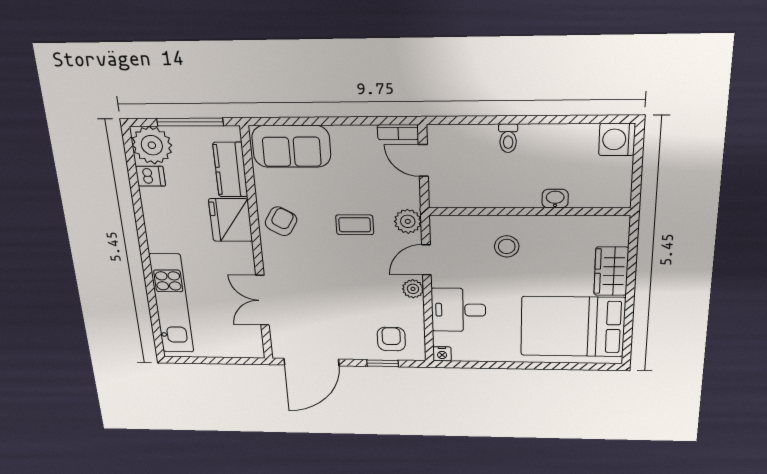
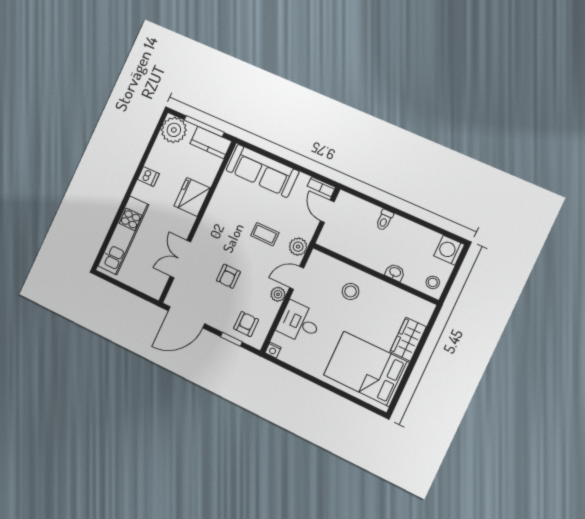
sofa: (291, 146) -> (262, 171), width x1.36
kitchen counter: (230, 170) -> (211, 142), moved, turned -90
dishwasher: (150, 176) -> (148, 176), moved
stool: (613, 190) -> (433, 282), added
armchair: (281, 221) -> (228, 276), moved, turned 150

